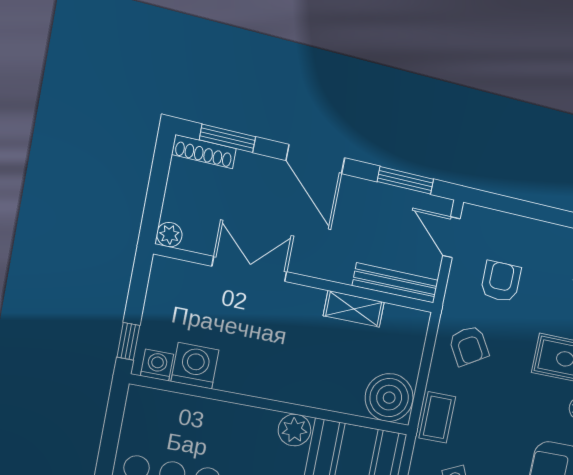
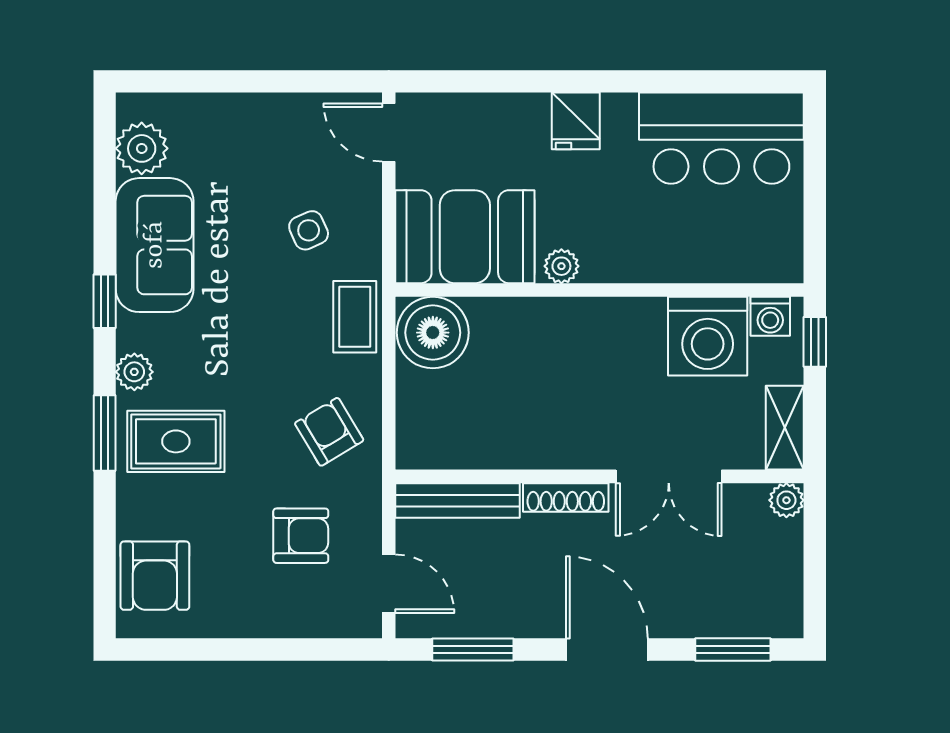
shoe rack: (204, 152) -> (566, 498), moved, turned 180
armchair: (501, 281) -> (301, 536), turned -90
shelving: (354, 309) -> (785, 428), moved, turned 90
washing machine: (195, 366) -> (708, 336), width x1.37, depth x1.37
plant: (294, 430) -> (561, 266), width x0.73, depth x0.73

